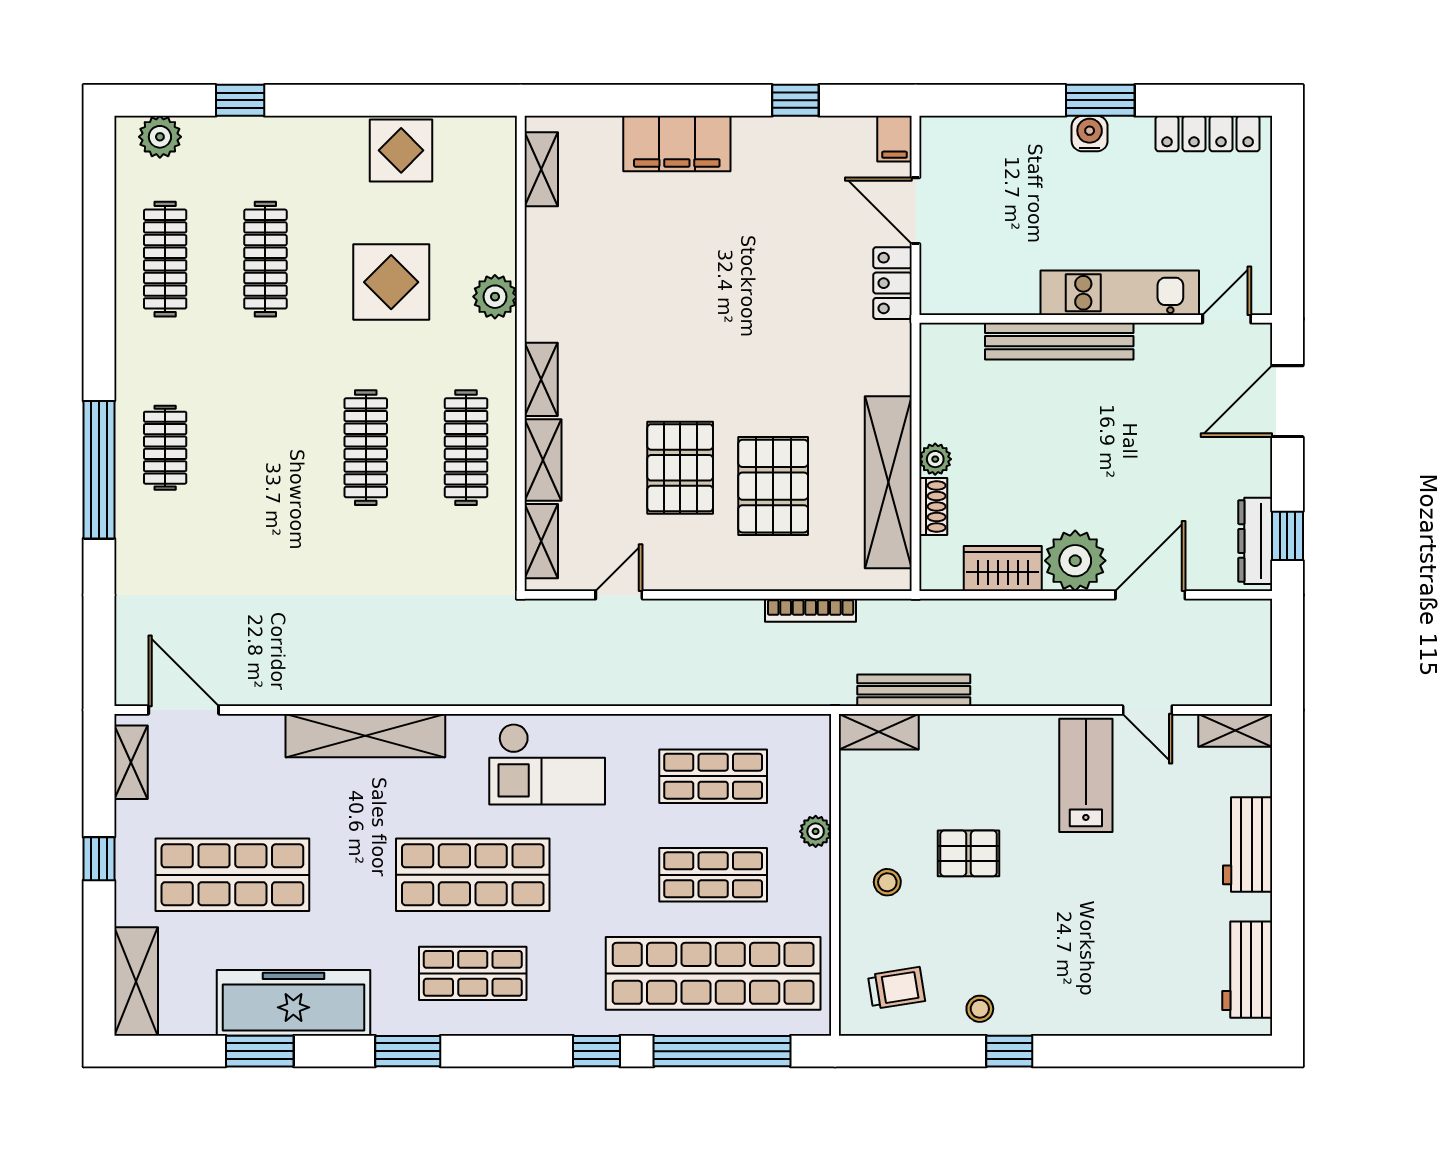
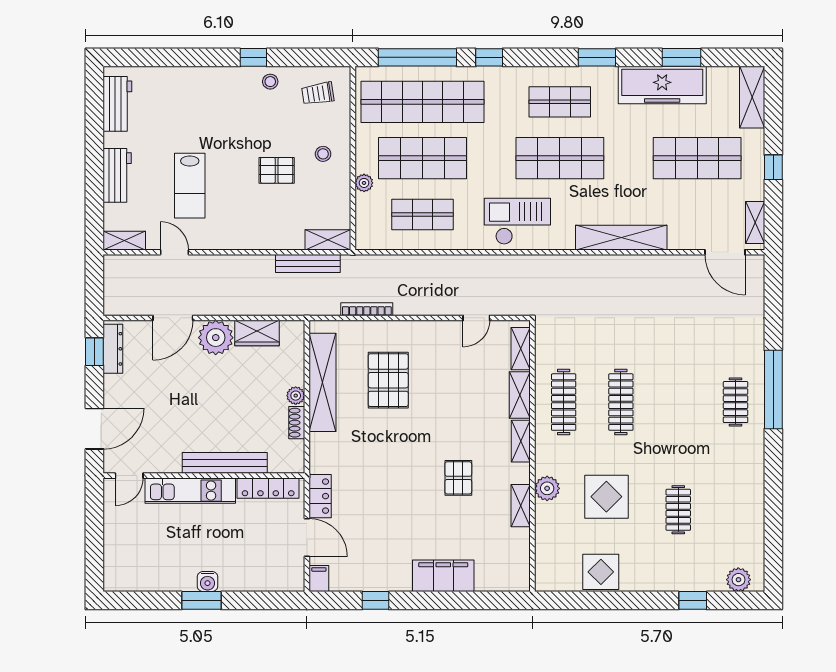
locker: (1208, 134) -> (268, 488), moved, turned 180
shelving: (541, 169) -> (521, 506), moved
clothes rail: (165, 259) -> (736, 510), removed
clothes rail: (265, 259) -> (678, 510), width x0.73
pallet: (680, 468) -> (458, 478), moved, width x0.67, depth x0.71
shoe rack: (933, 507) -> (297, 423), moved
lab bench: (1086, 775) -> (190, 186), moved
shop shelf: (713, 875) -> (423, 158), width x1.43, depth x1.36

